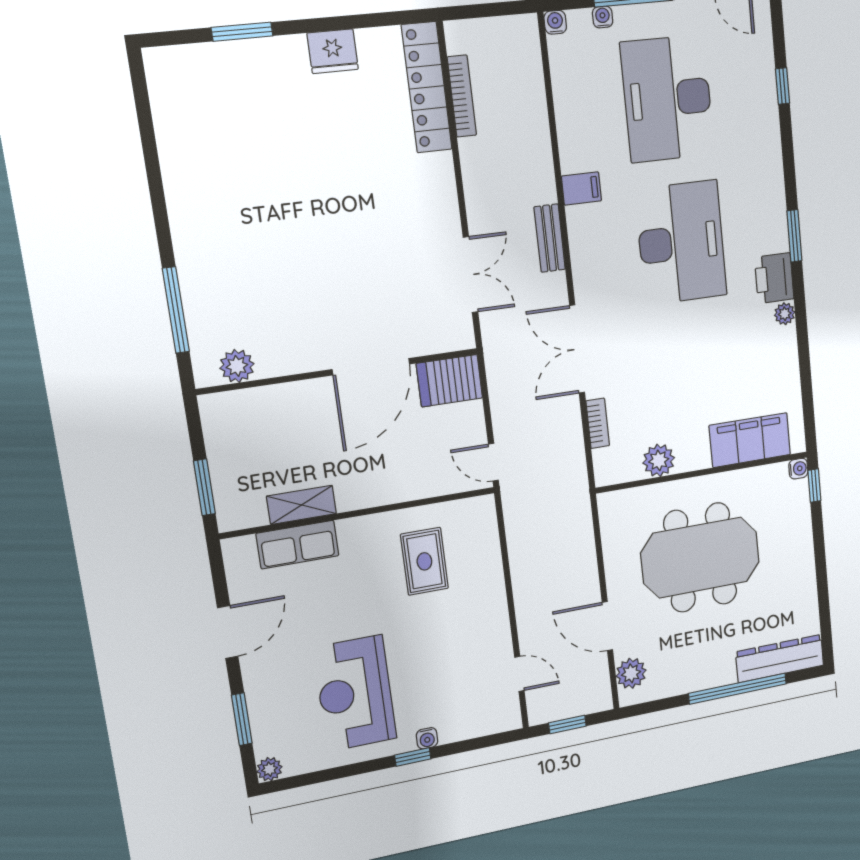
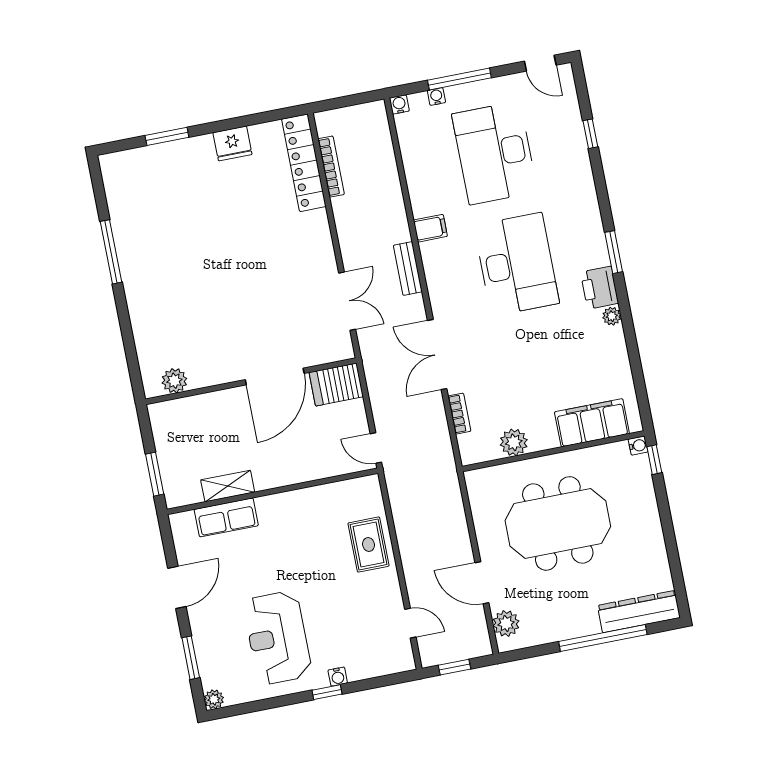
window: (176, 310) -> (111, 252), moved
rug: (424, 561) -> (369, 545), moved

